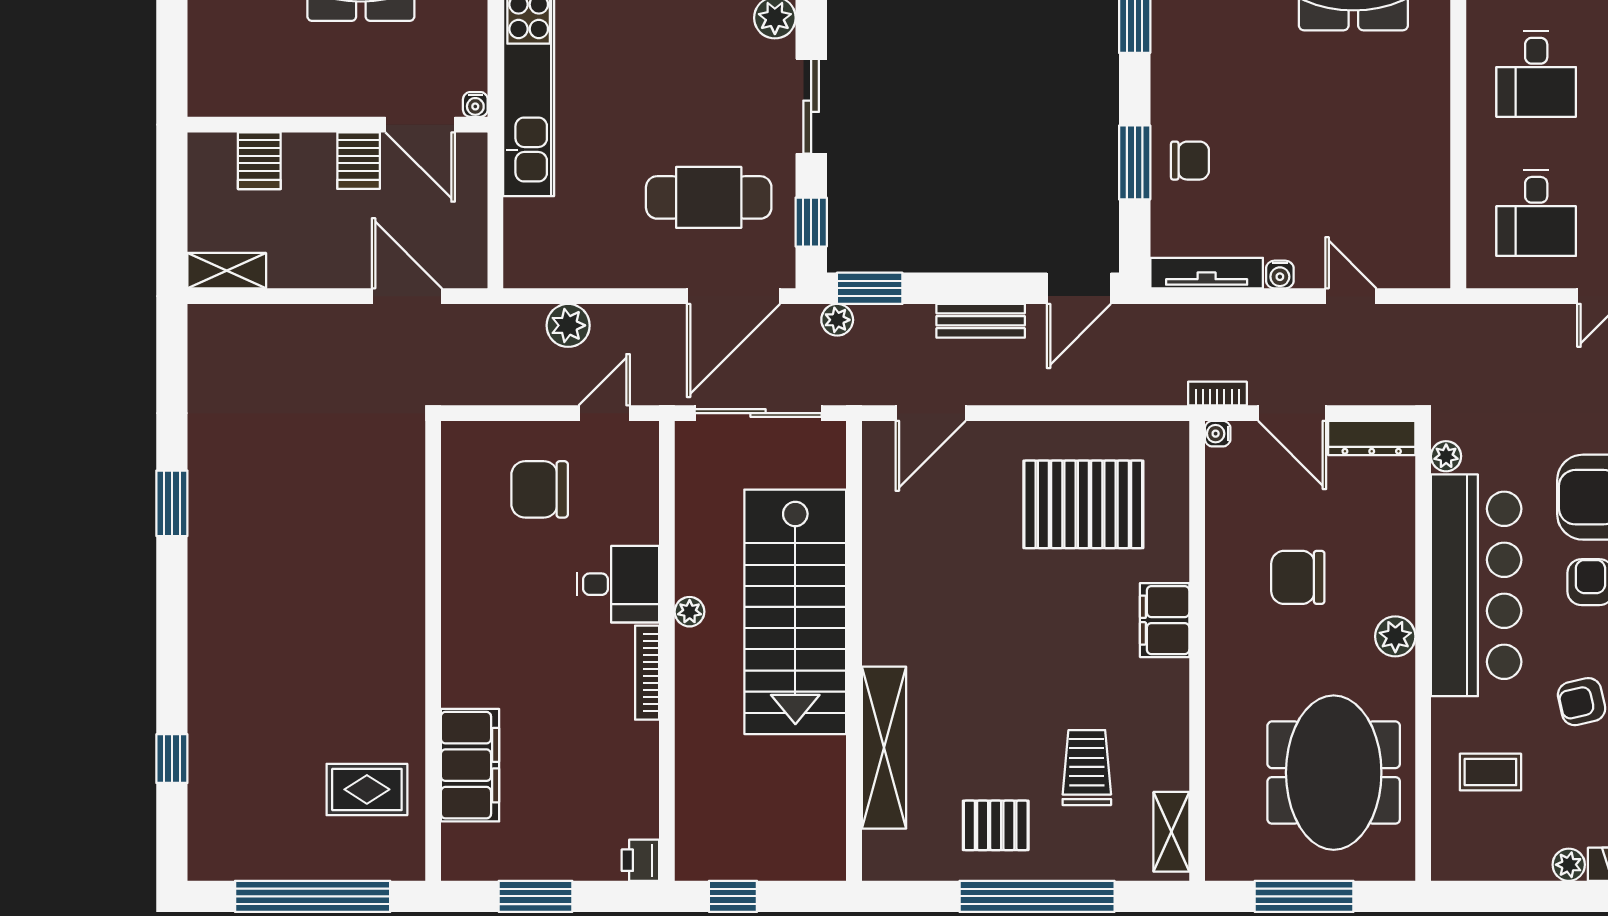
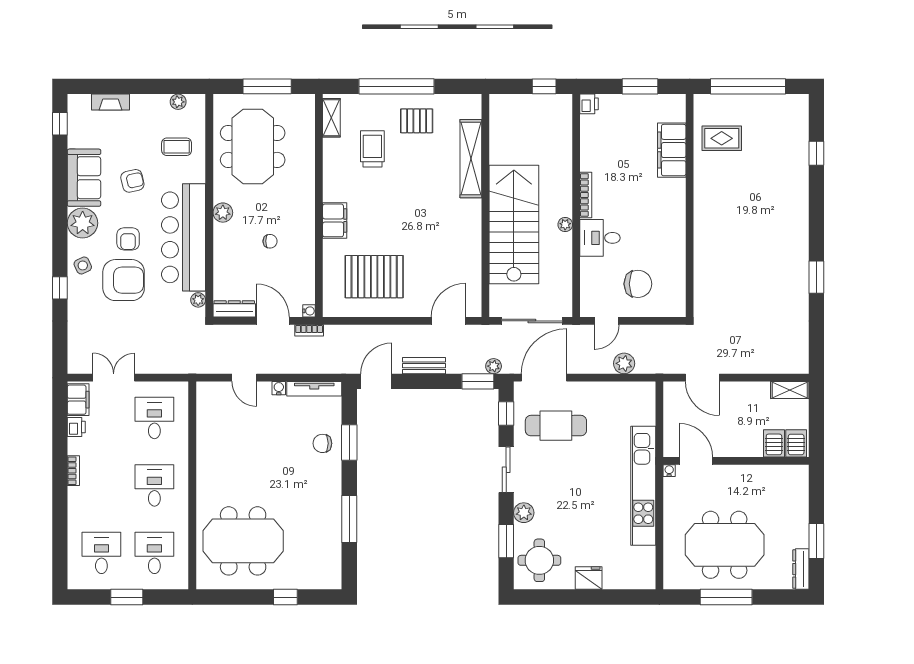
server rack: (359, 161) -> (796, 443), moved
chair: (1298, 577) -> (270, 241), width x0.54, depth x0.54
trolley: (1087, 768) -> (372, 149), turned 180
plant: (1569, 865) -> (178, 102), moved

